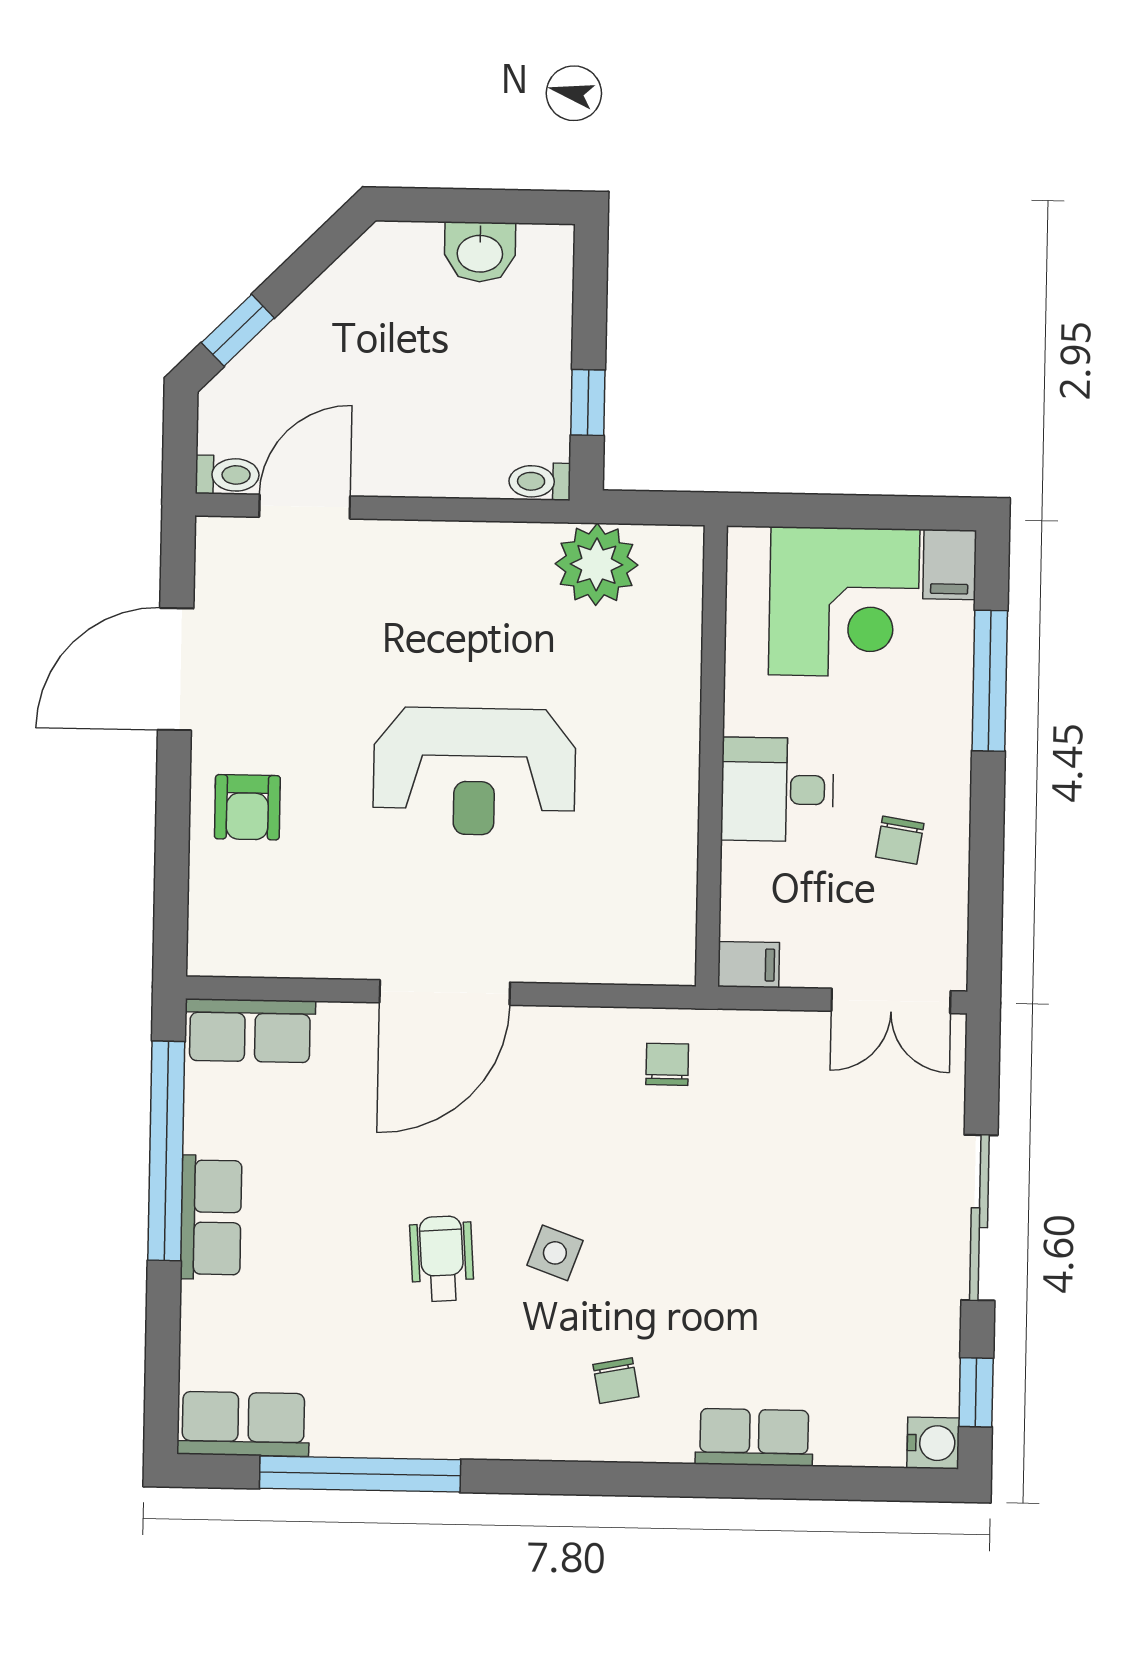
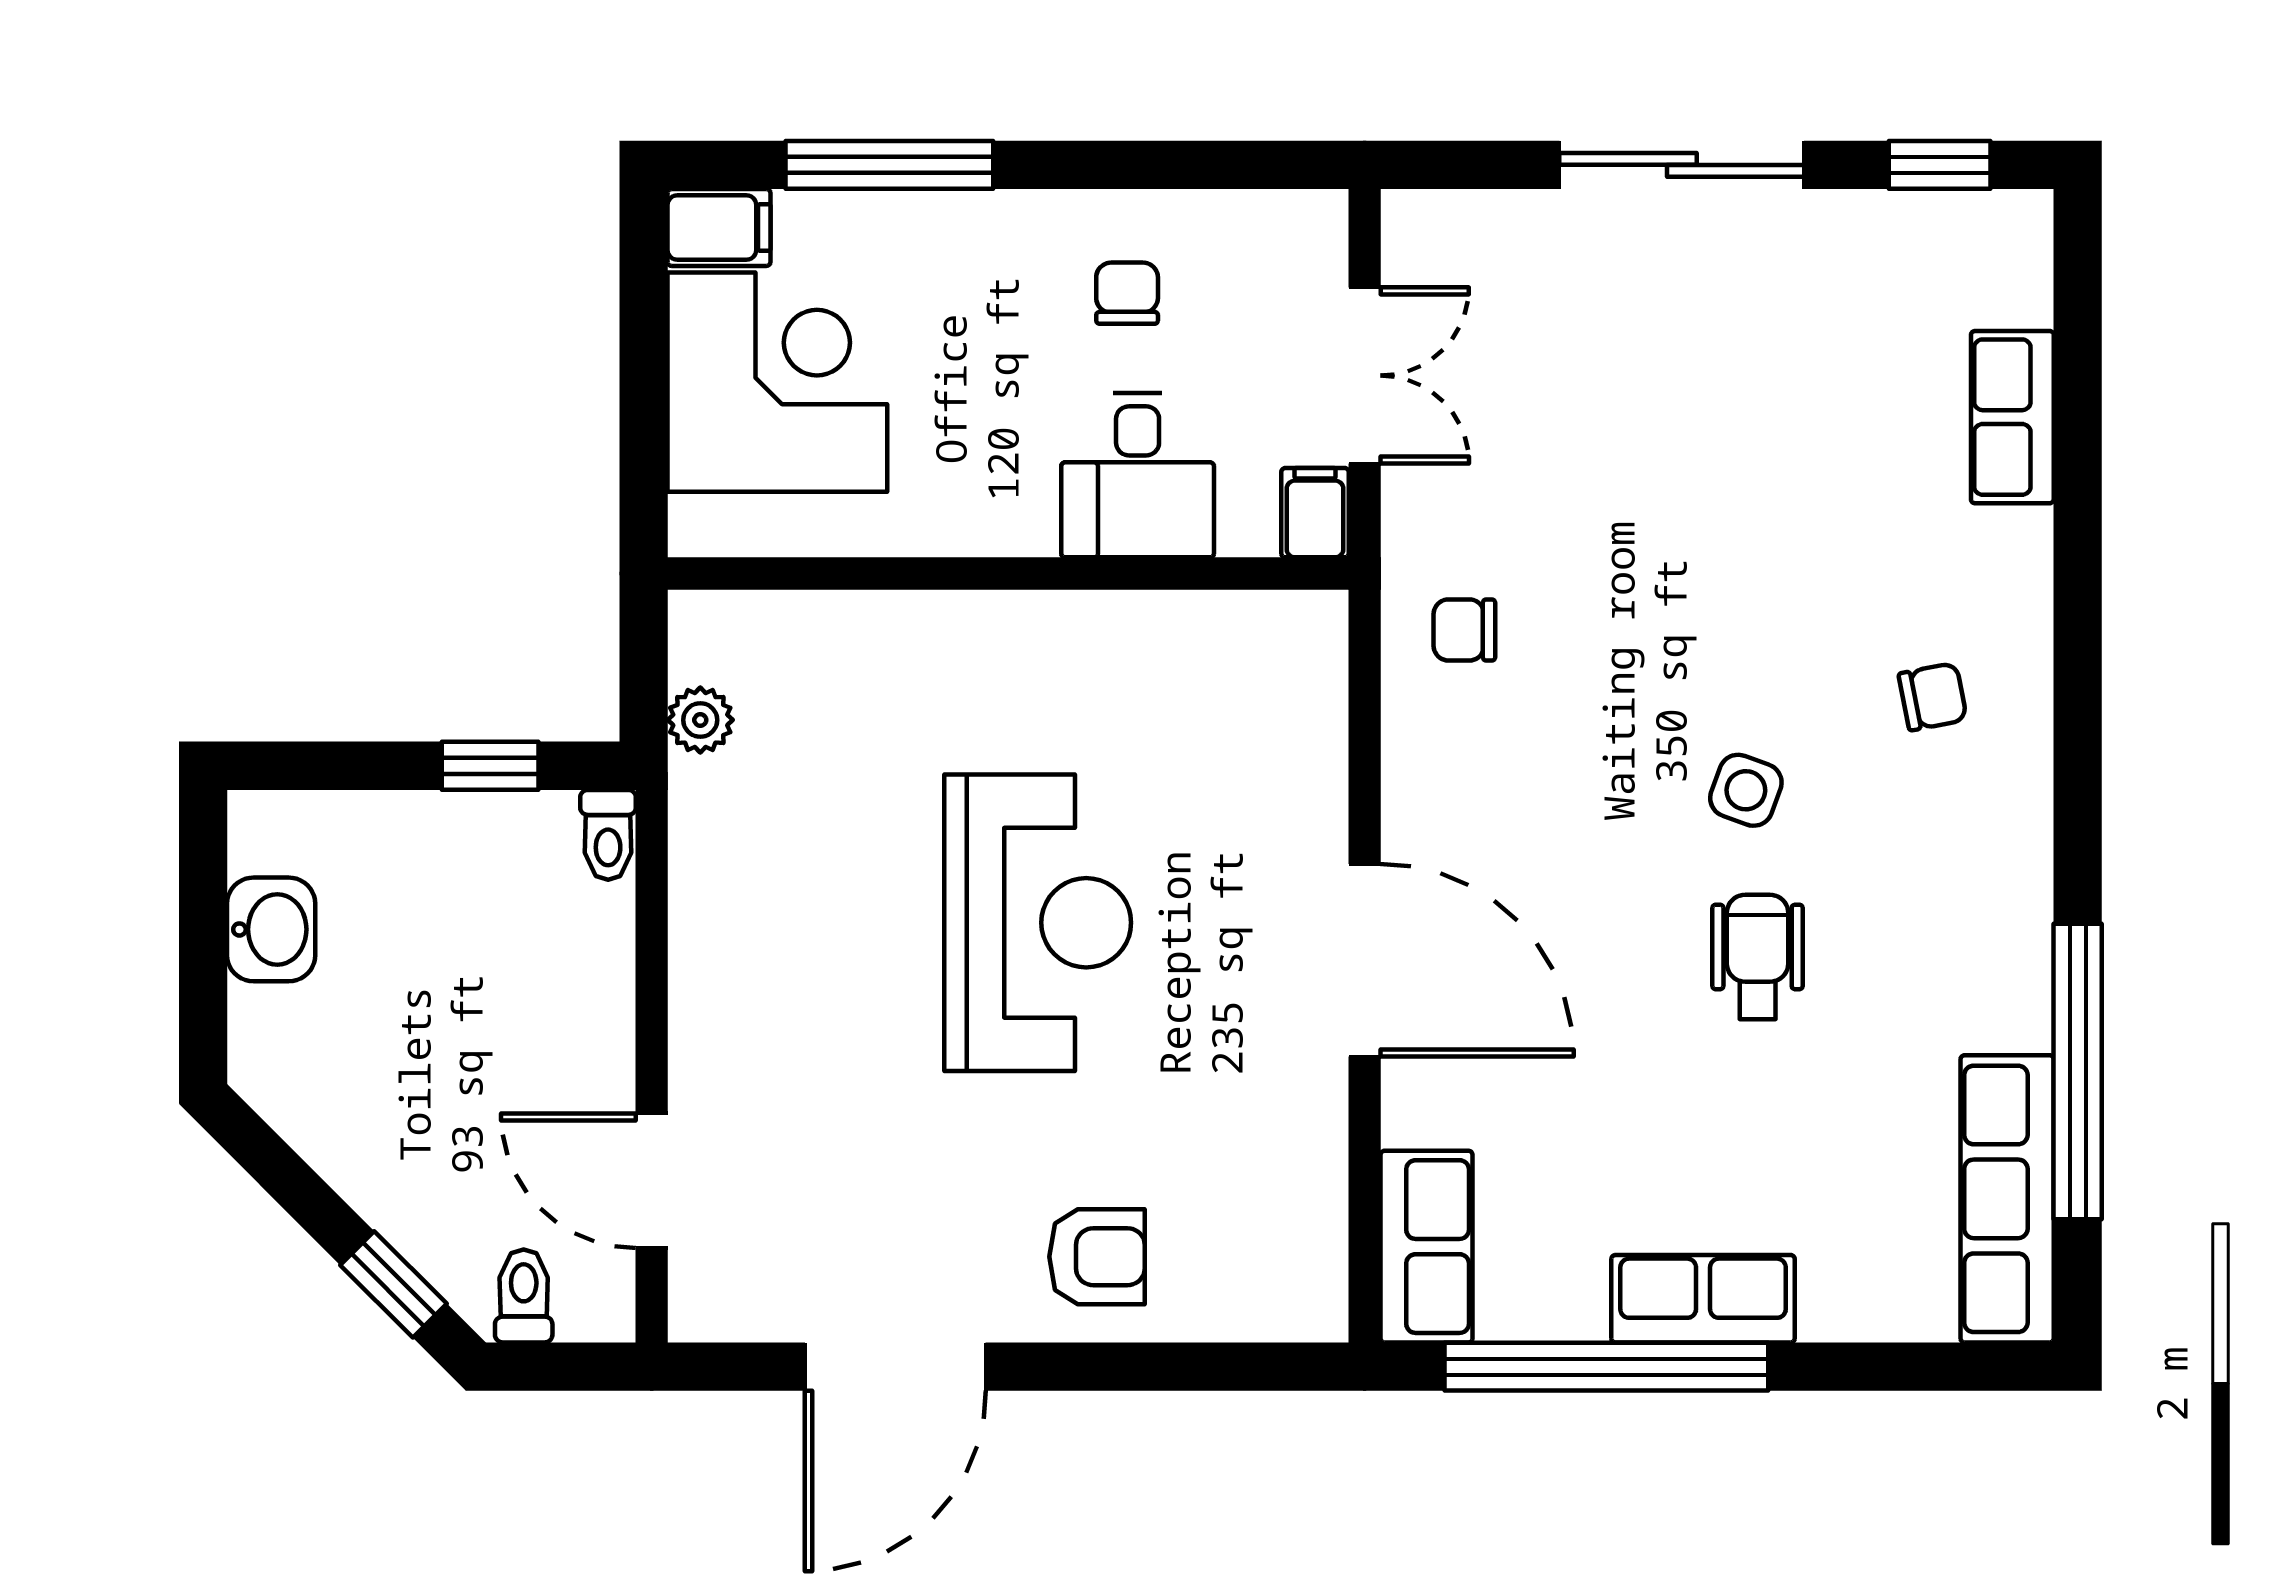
toilet: (227, 475) -> (524, 1296), moved
plant: (597, 564) -> (700, 720), width x0.53, depth x0.53
door: (176, 669) -> (895, 1367), hinge flipped
desk: (777, 789) -> (1138, 475), moved
chair: (900, 840) -> (1127, 293), turned -99
double door: (891, 1001) -> (1365, 375), moved
wheelchair: (442, 1259) -> (1758, 957), turned 94
row of seats: (243, 1424) -> (2007, 1199), width x1.48
row of seats: (754, 1437) -> (2012, 417), moved
water cooler: (933, 1443) -> (2016, 227), removed

